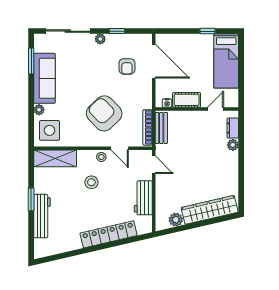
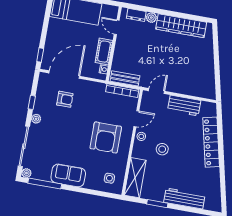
window: (208, 31) -> (40, 55), moved
window: (31, 61) -> (45, 184), width x1.44
sofa: (45, 78) -> (68, 175), width x0.73
plant: (39, 110) -> (26, 173), moved
armchair: (104, 113) -> (106, 138), moved, turned -46
side table: (50, 130) -> (109, 178), width x0.54, depth x0.54
window: (31, 199) -> (157, 204), moved
wardrobe: (210, 210) -> (181, 26), moved, turned -77
plant: (176, 220) -> (209, 80), removed

